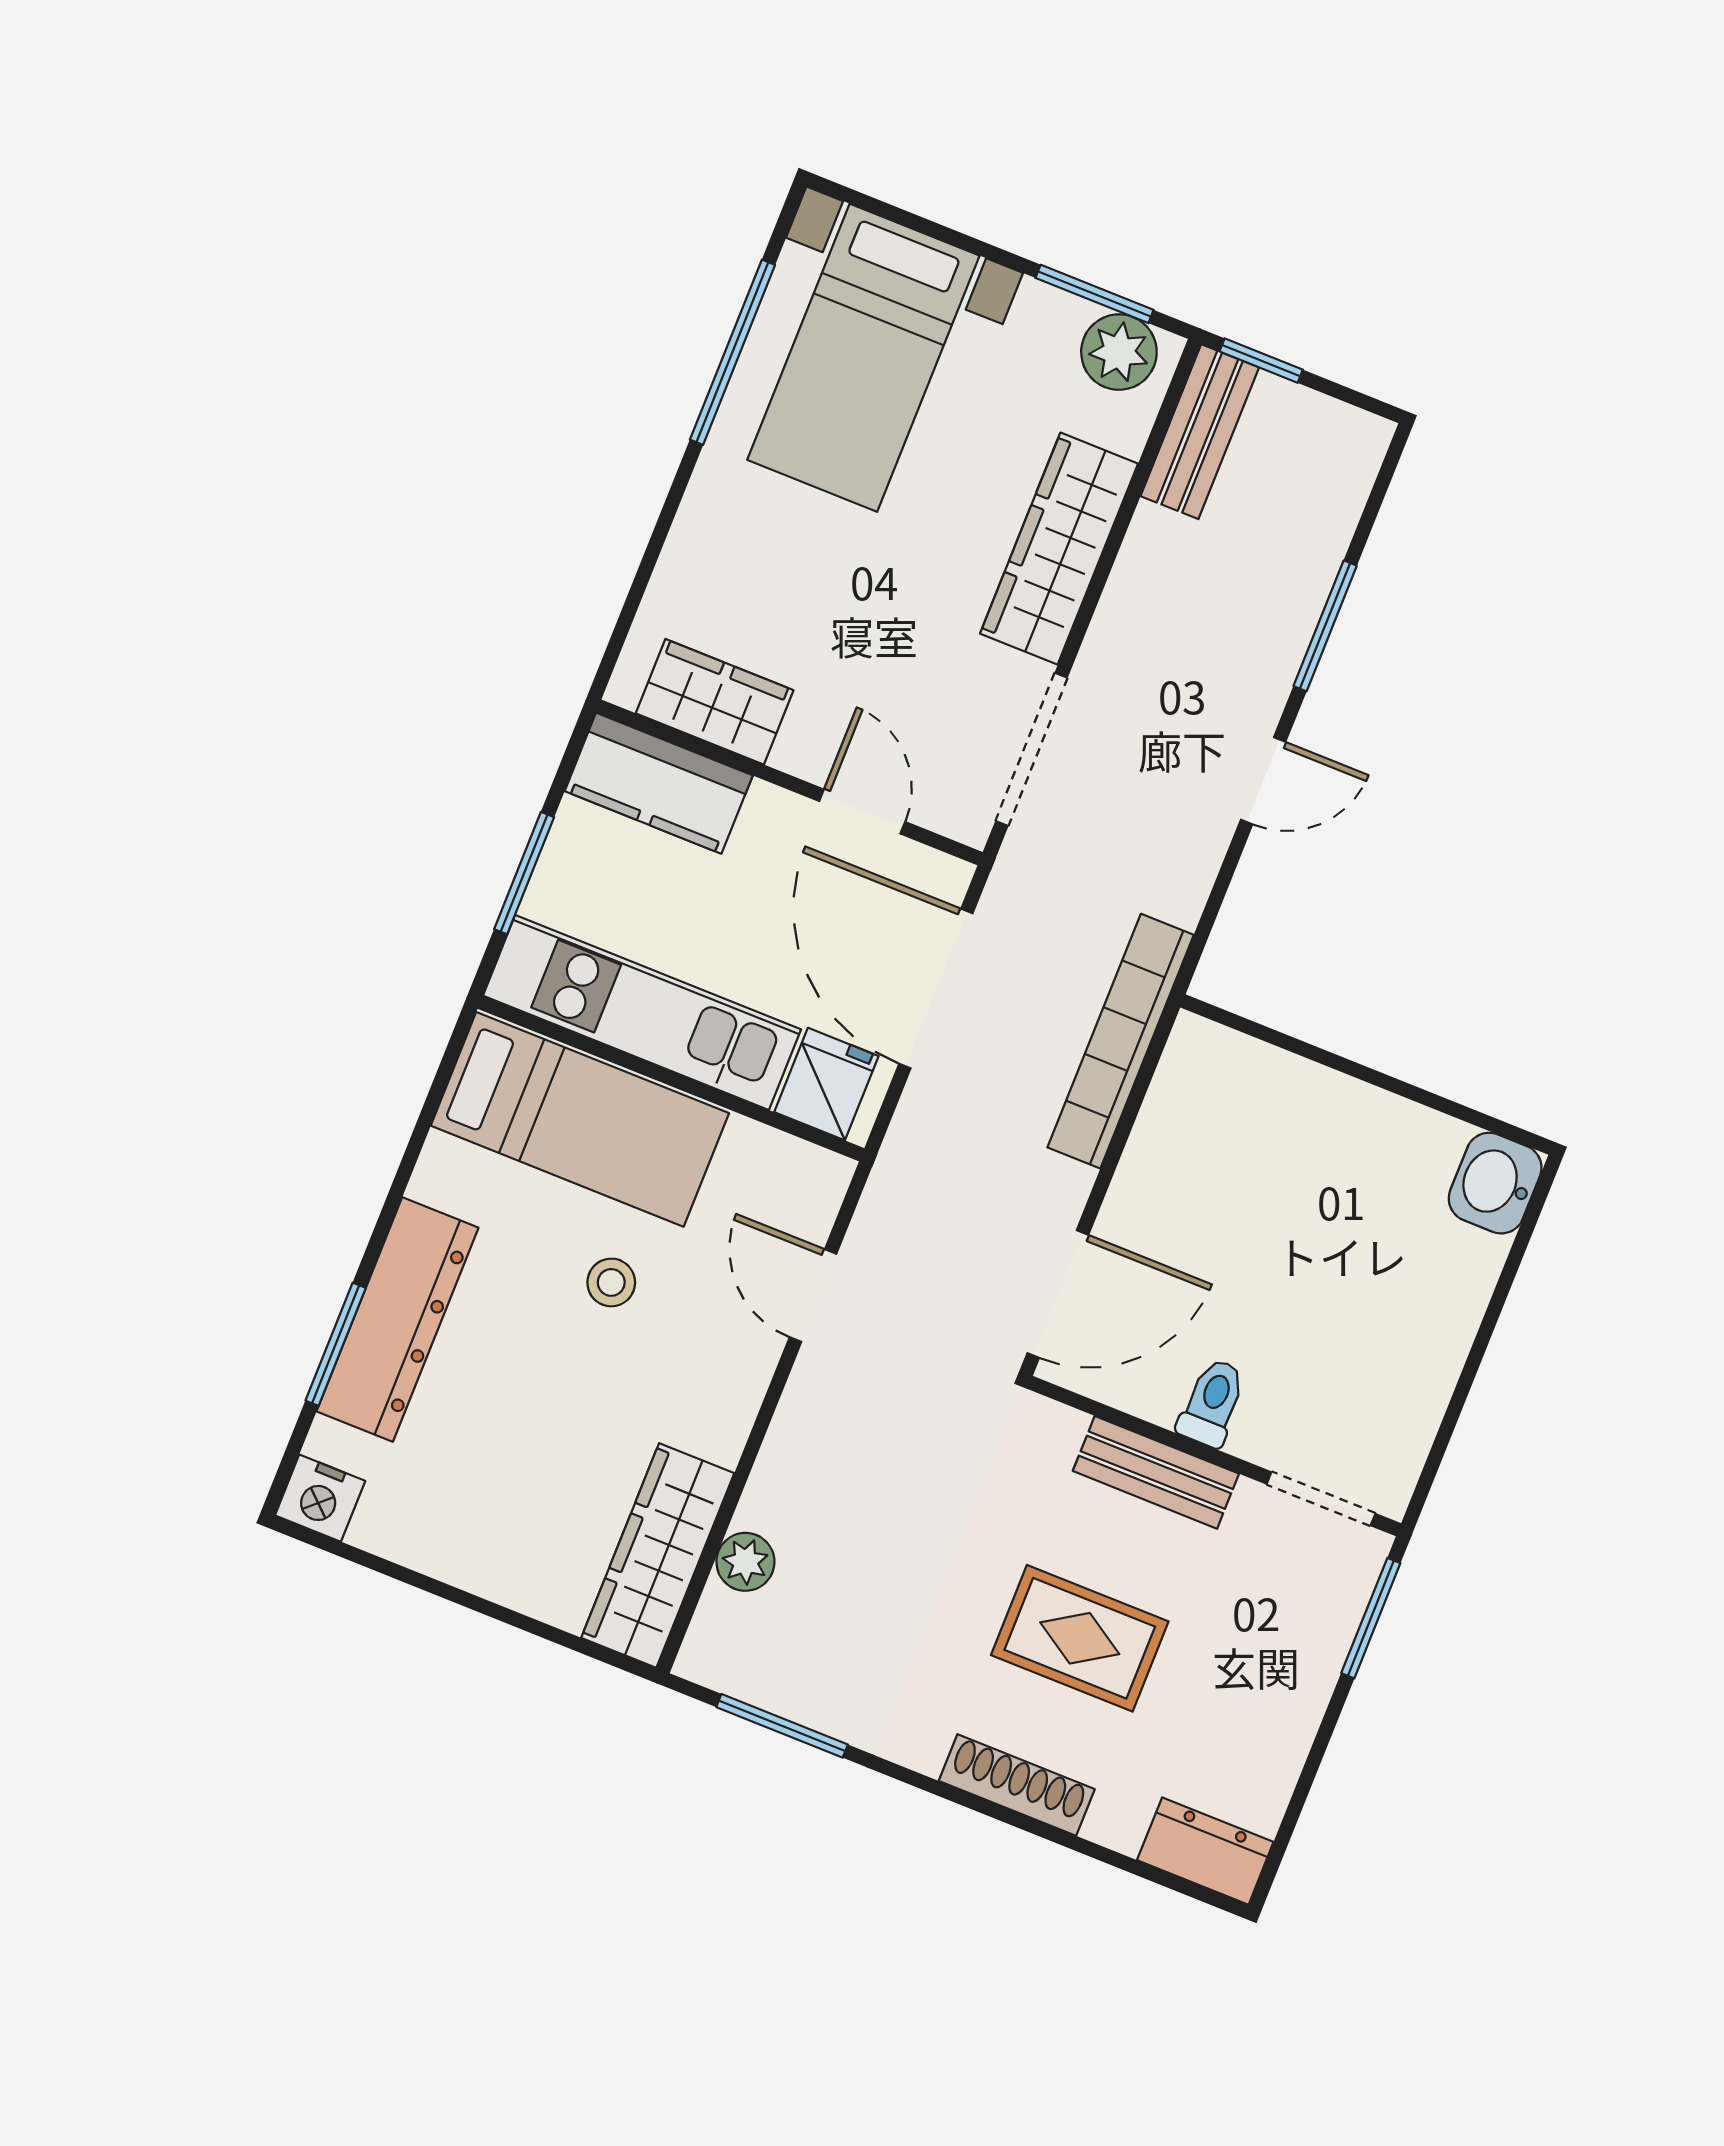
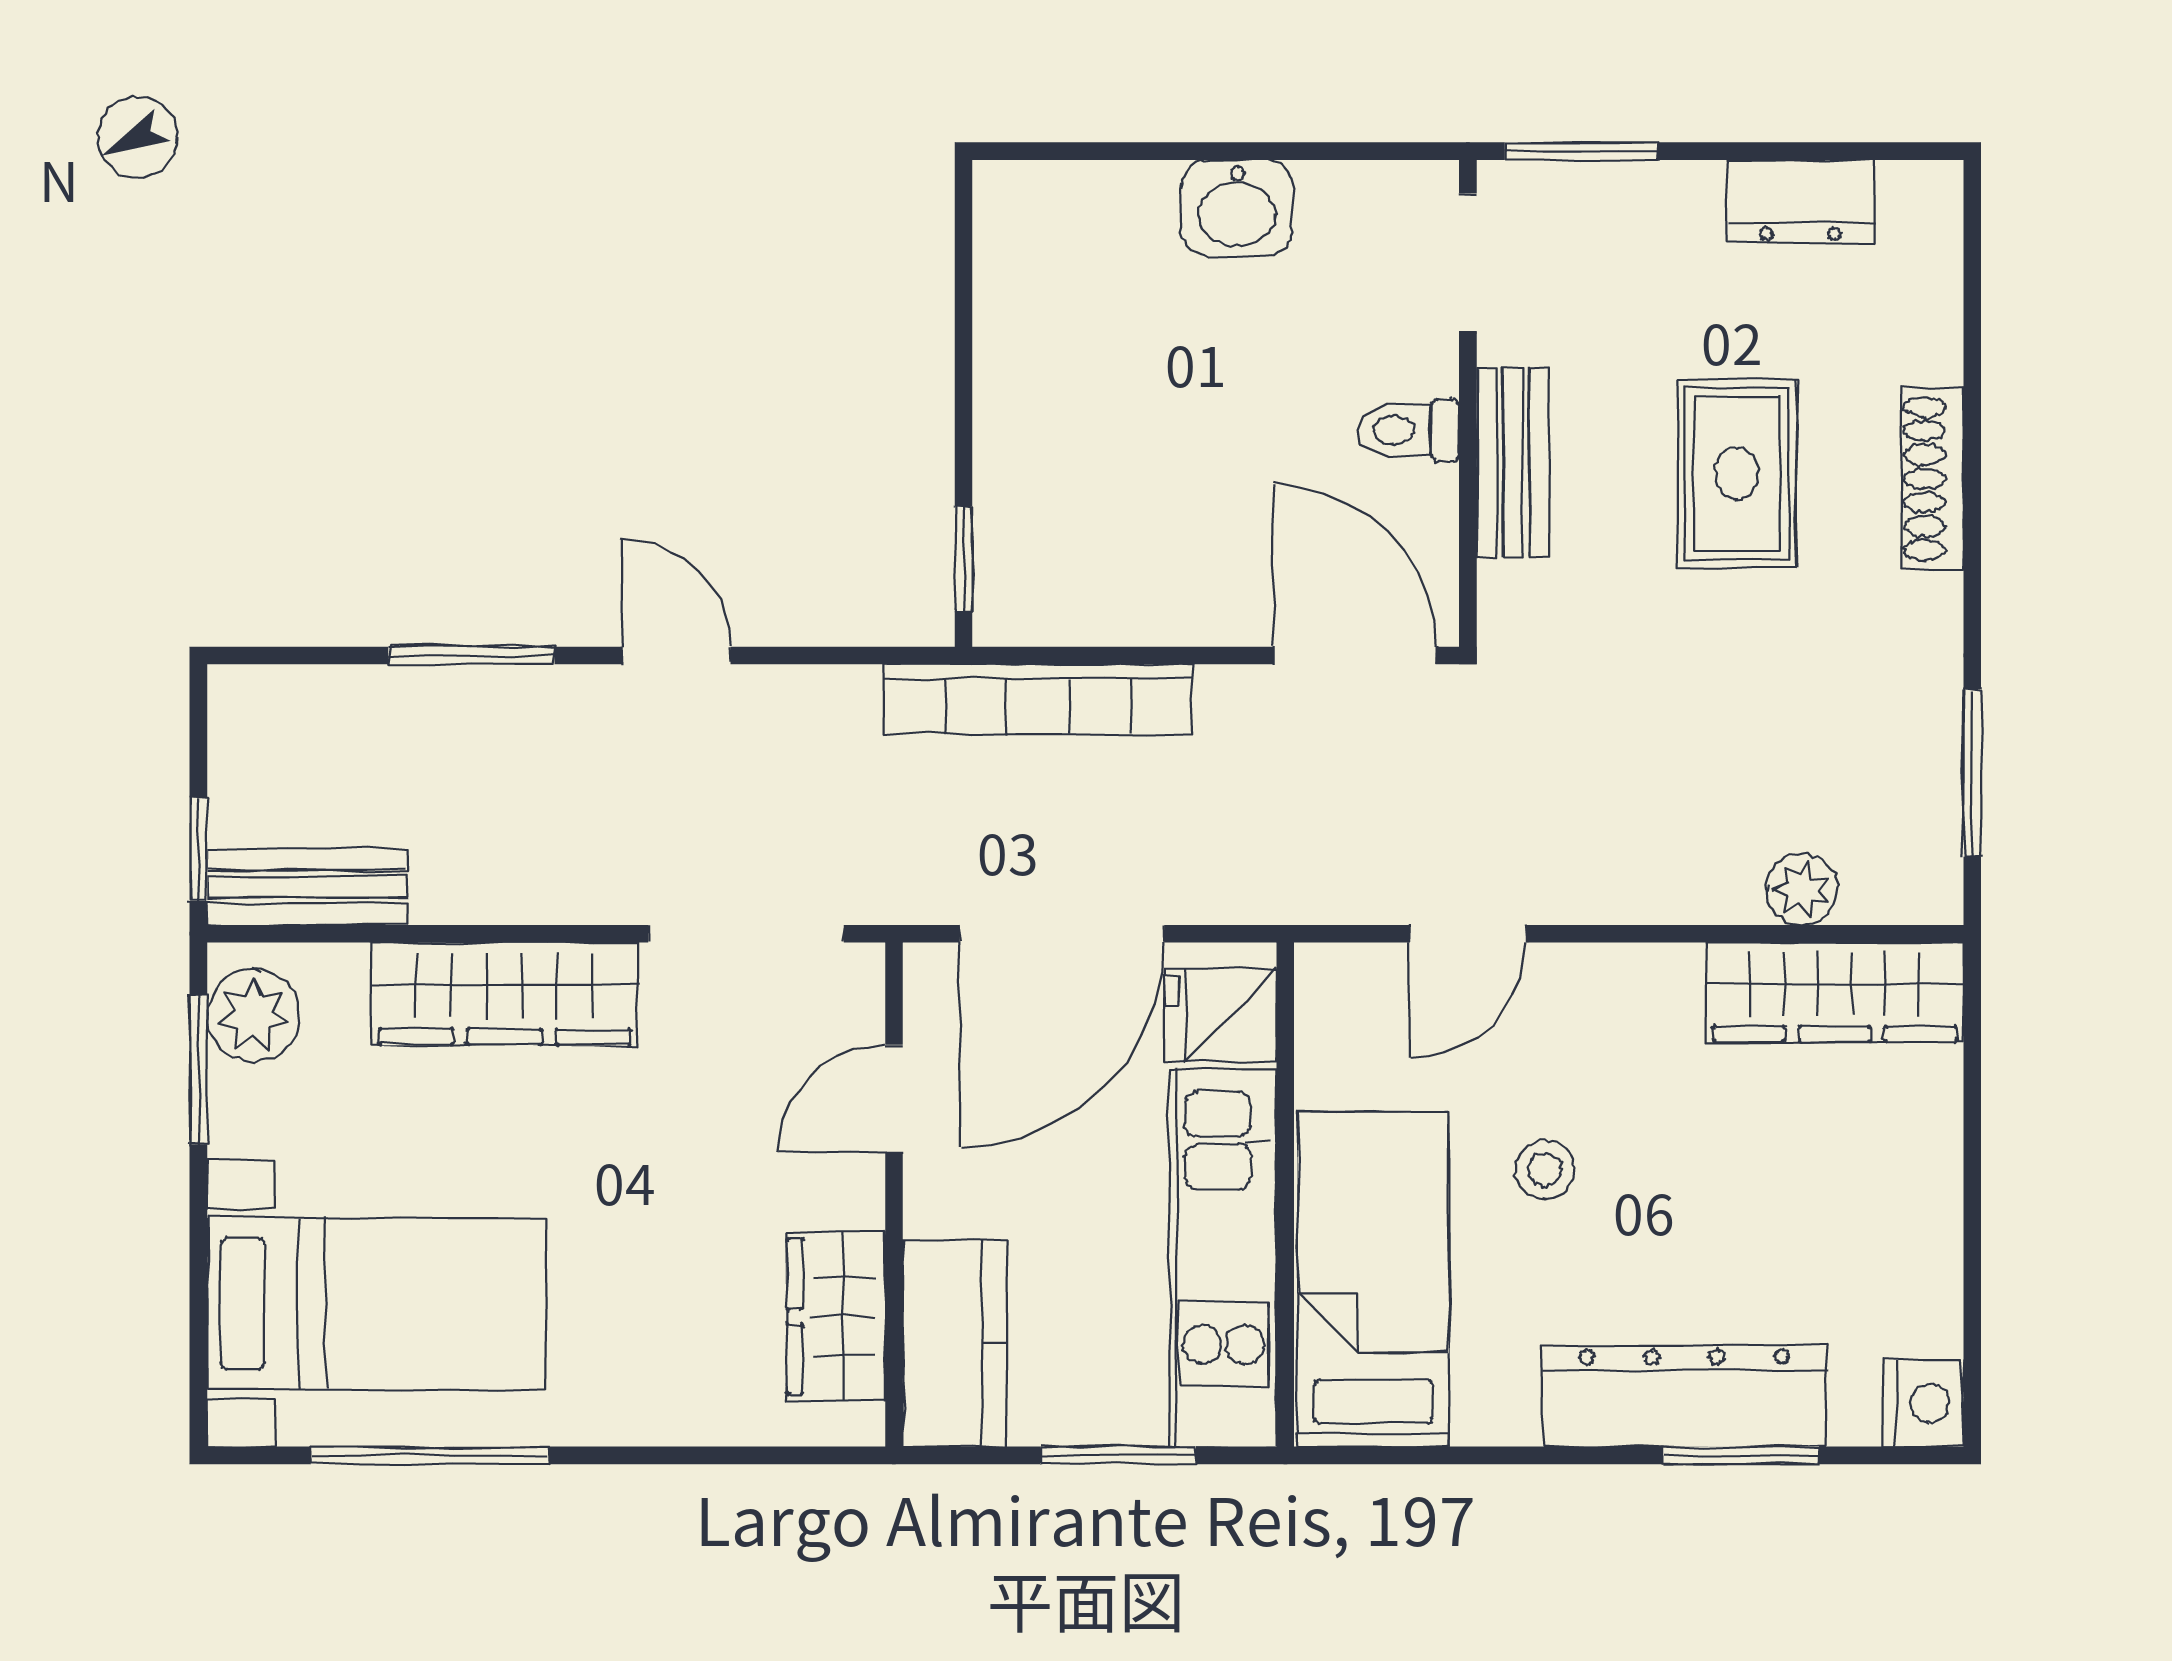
window: (1249, 1027) -> (964, 559), added
washbasin: (1495, 1183) -> (1237, 208), moved
dresser: (1205, 1851) -> (1801, 201), moved, turned -90

